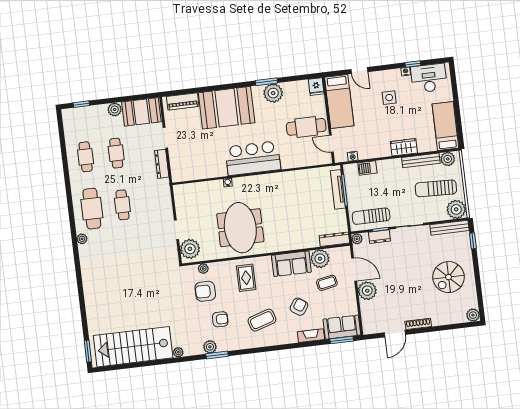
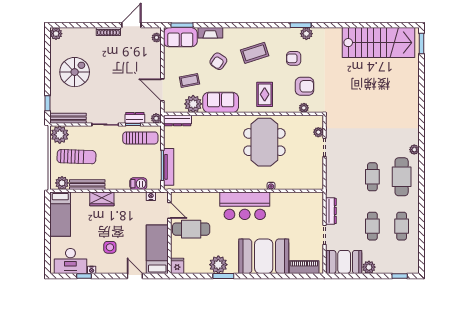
plant: (190, 249) -> (318, 132), width x0.53, depth x0.53
plant: (367, 291) -> (157, 38), moved, width x0.53, depth x0.53
plant: (178, 352) -> (337, 32), removed

